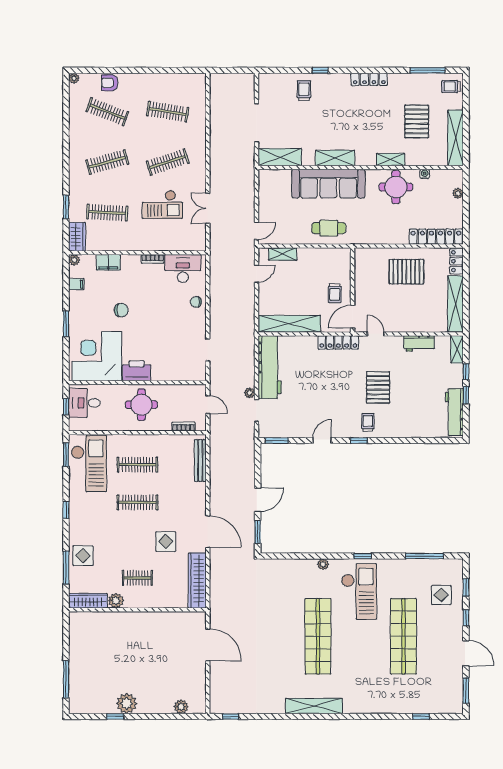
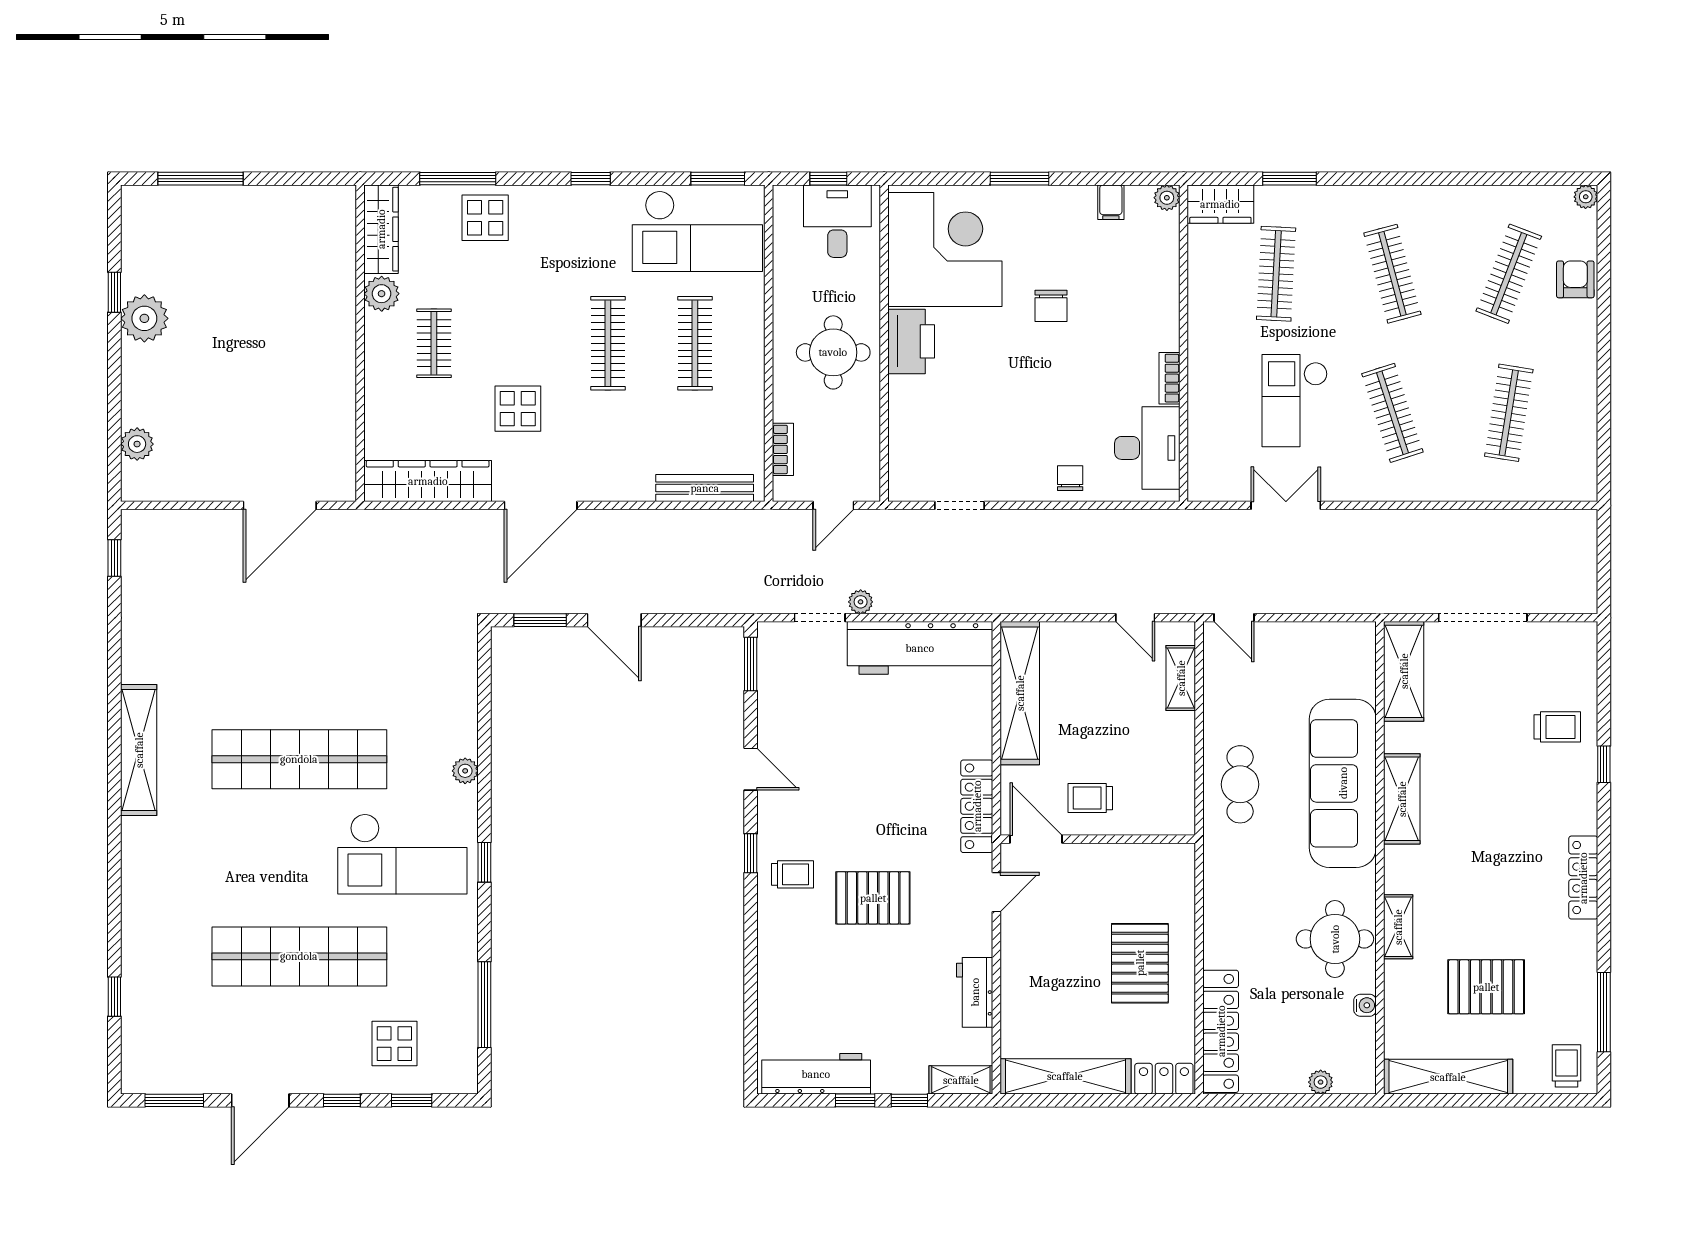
filing cabinet: (108, 262) -> (1161, 276), removed

